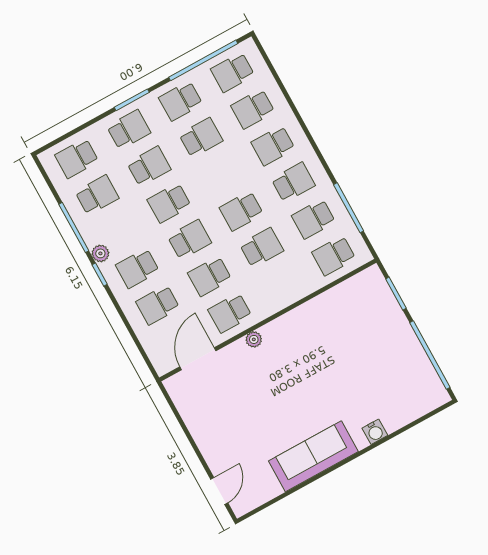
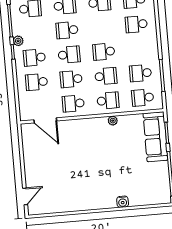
school desk: (293, 182) -> (108, 101), moved
plant: (254, 339) -> (113, 121), moved
door: (198, 359) -> (45, 120), swing flipped
sofa: (313, 456) -> (156, 137), moved, turned -90

